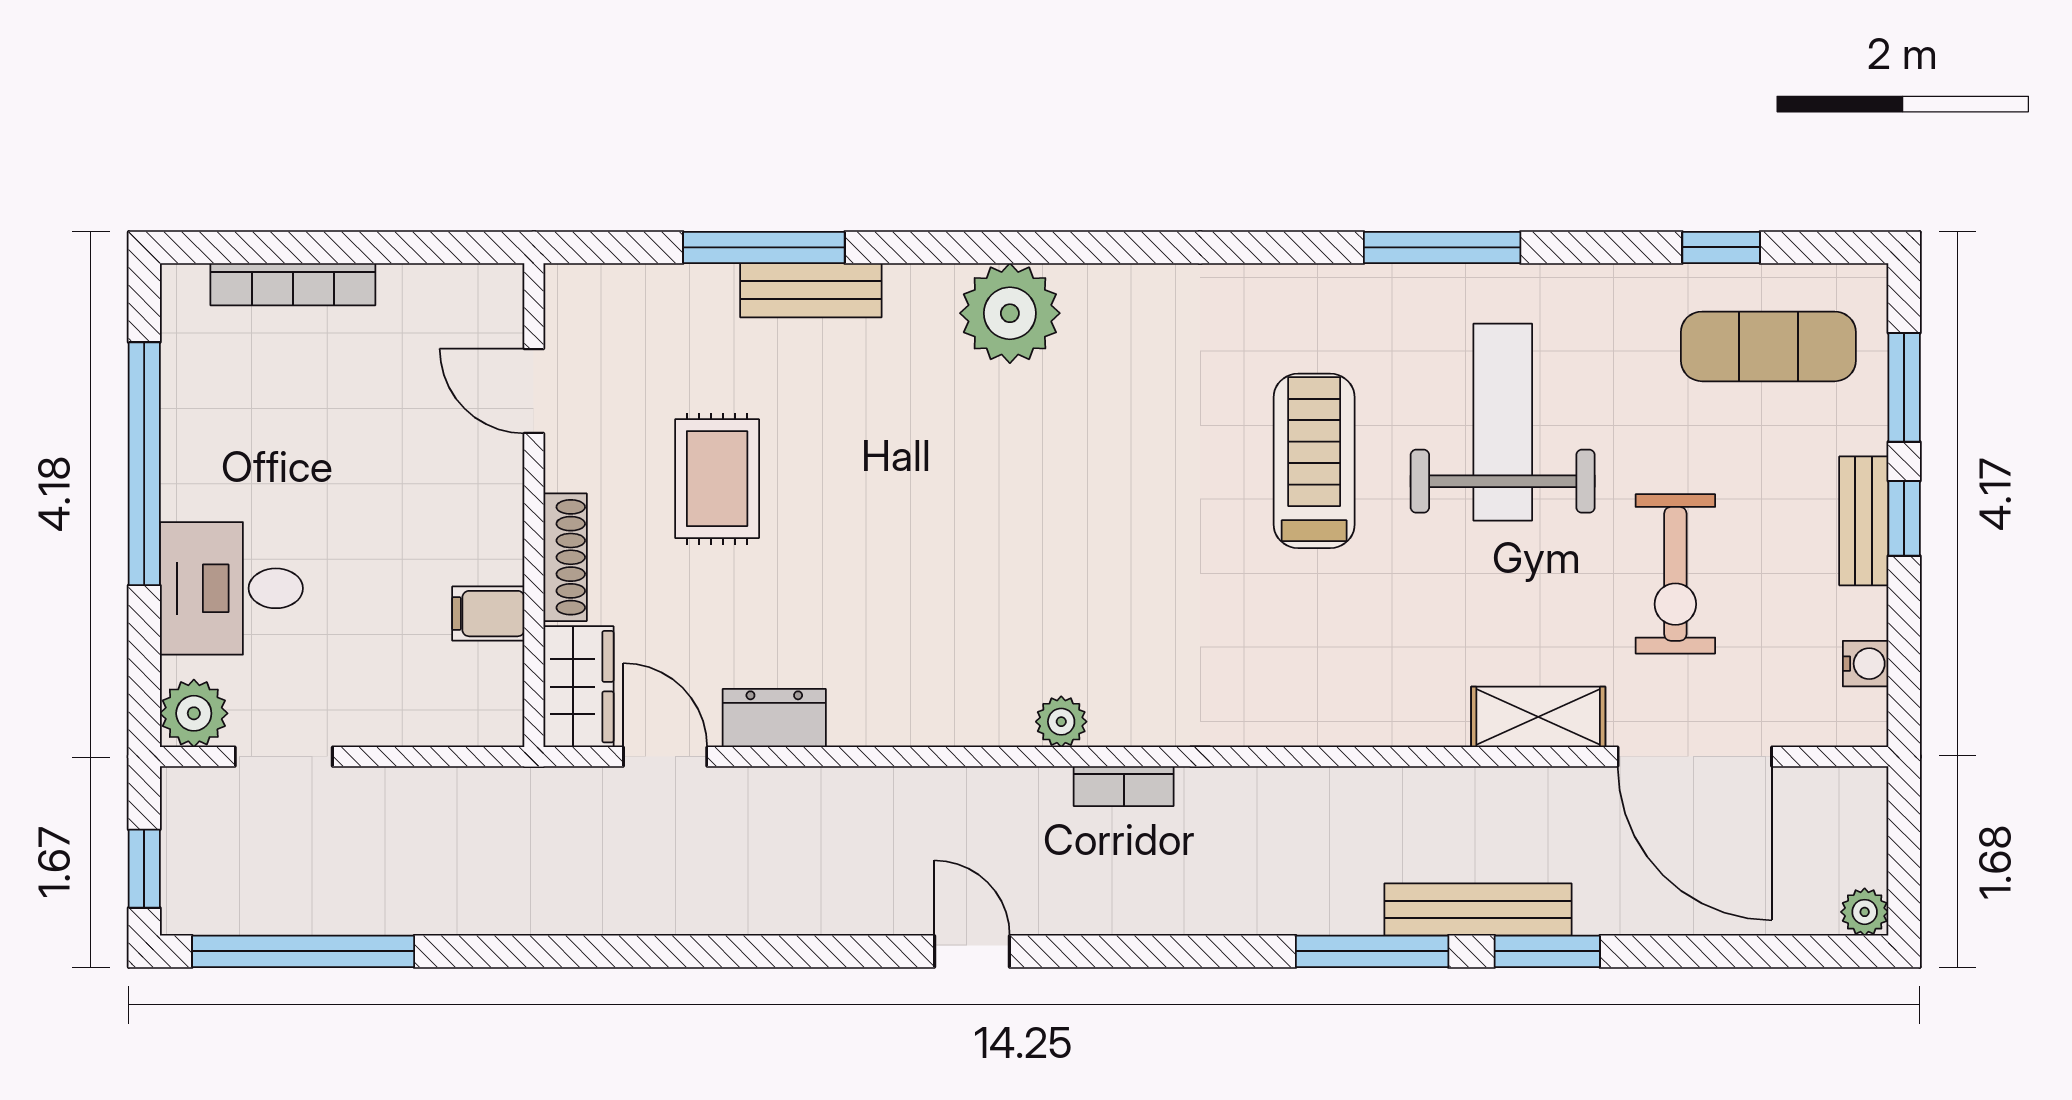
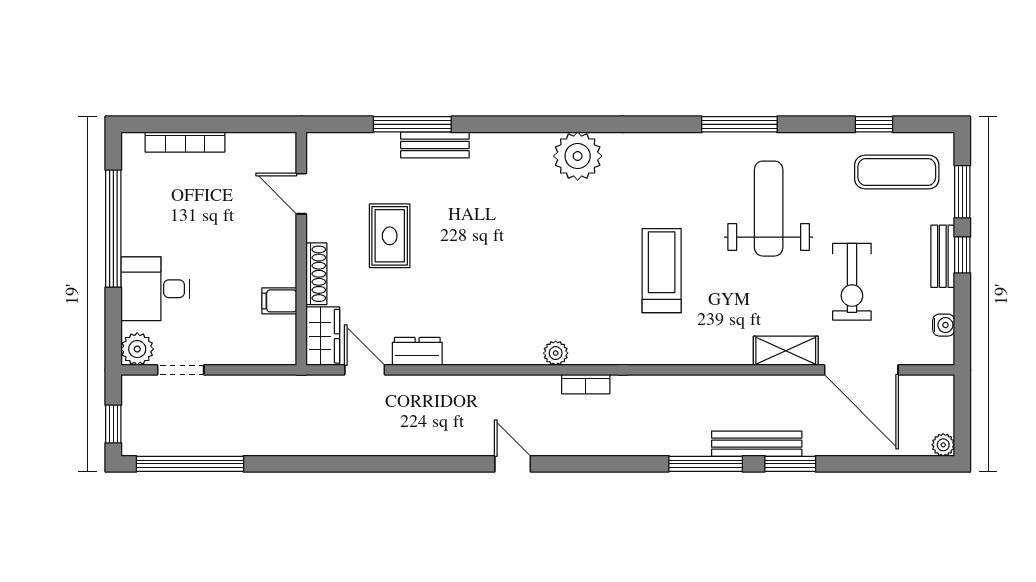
plant: (1010, 313) -> (578, 156), moved
treadmill: (1314, 461) -> (662, 271), moved

